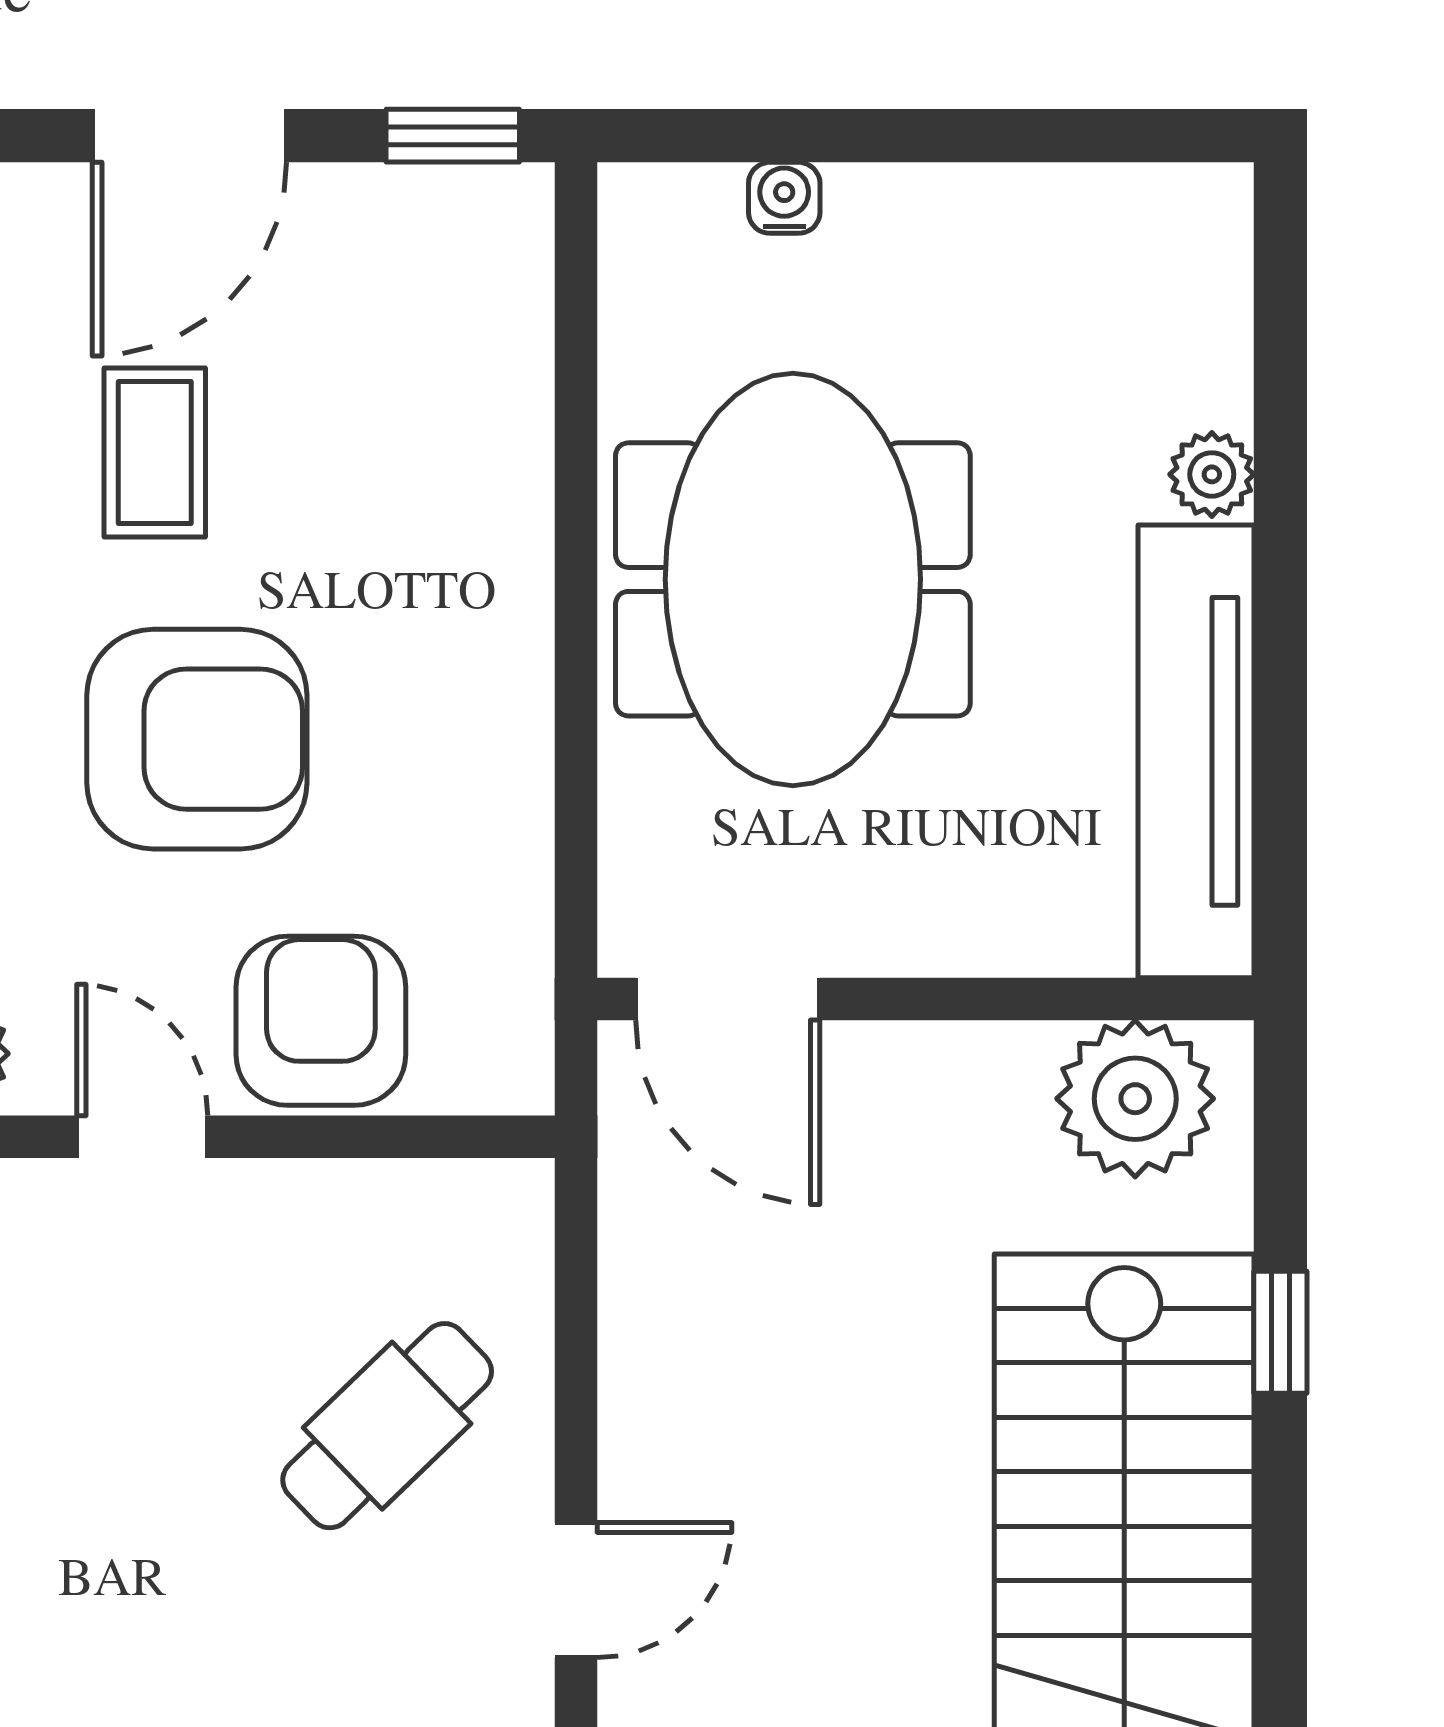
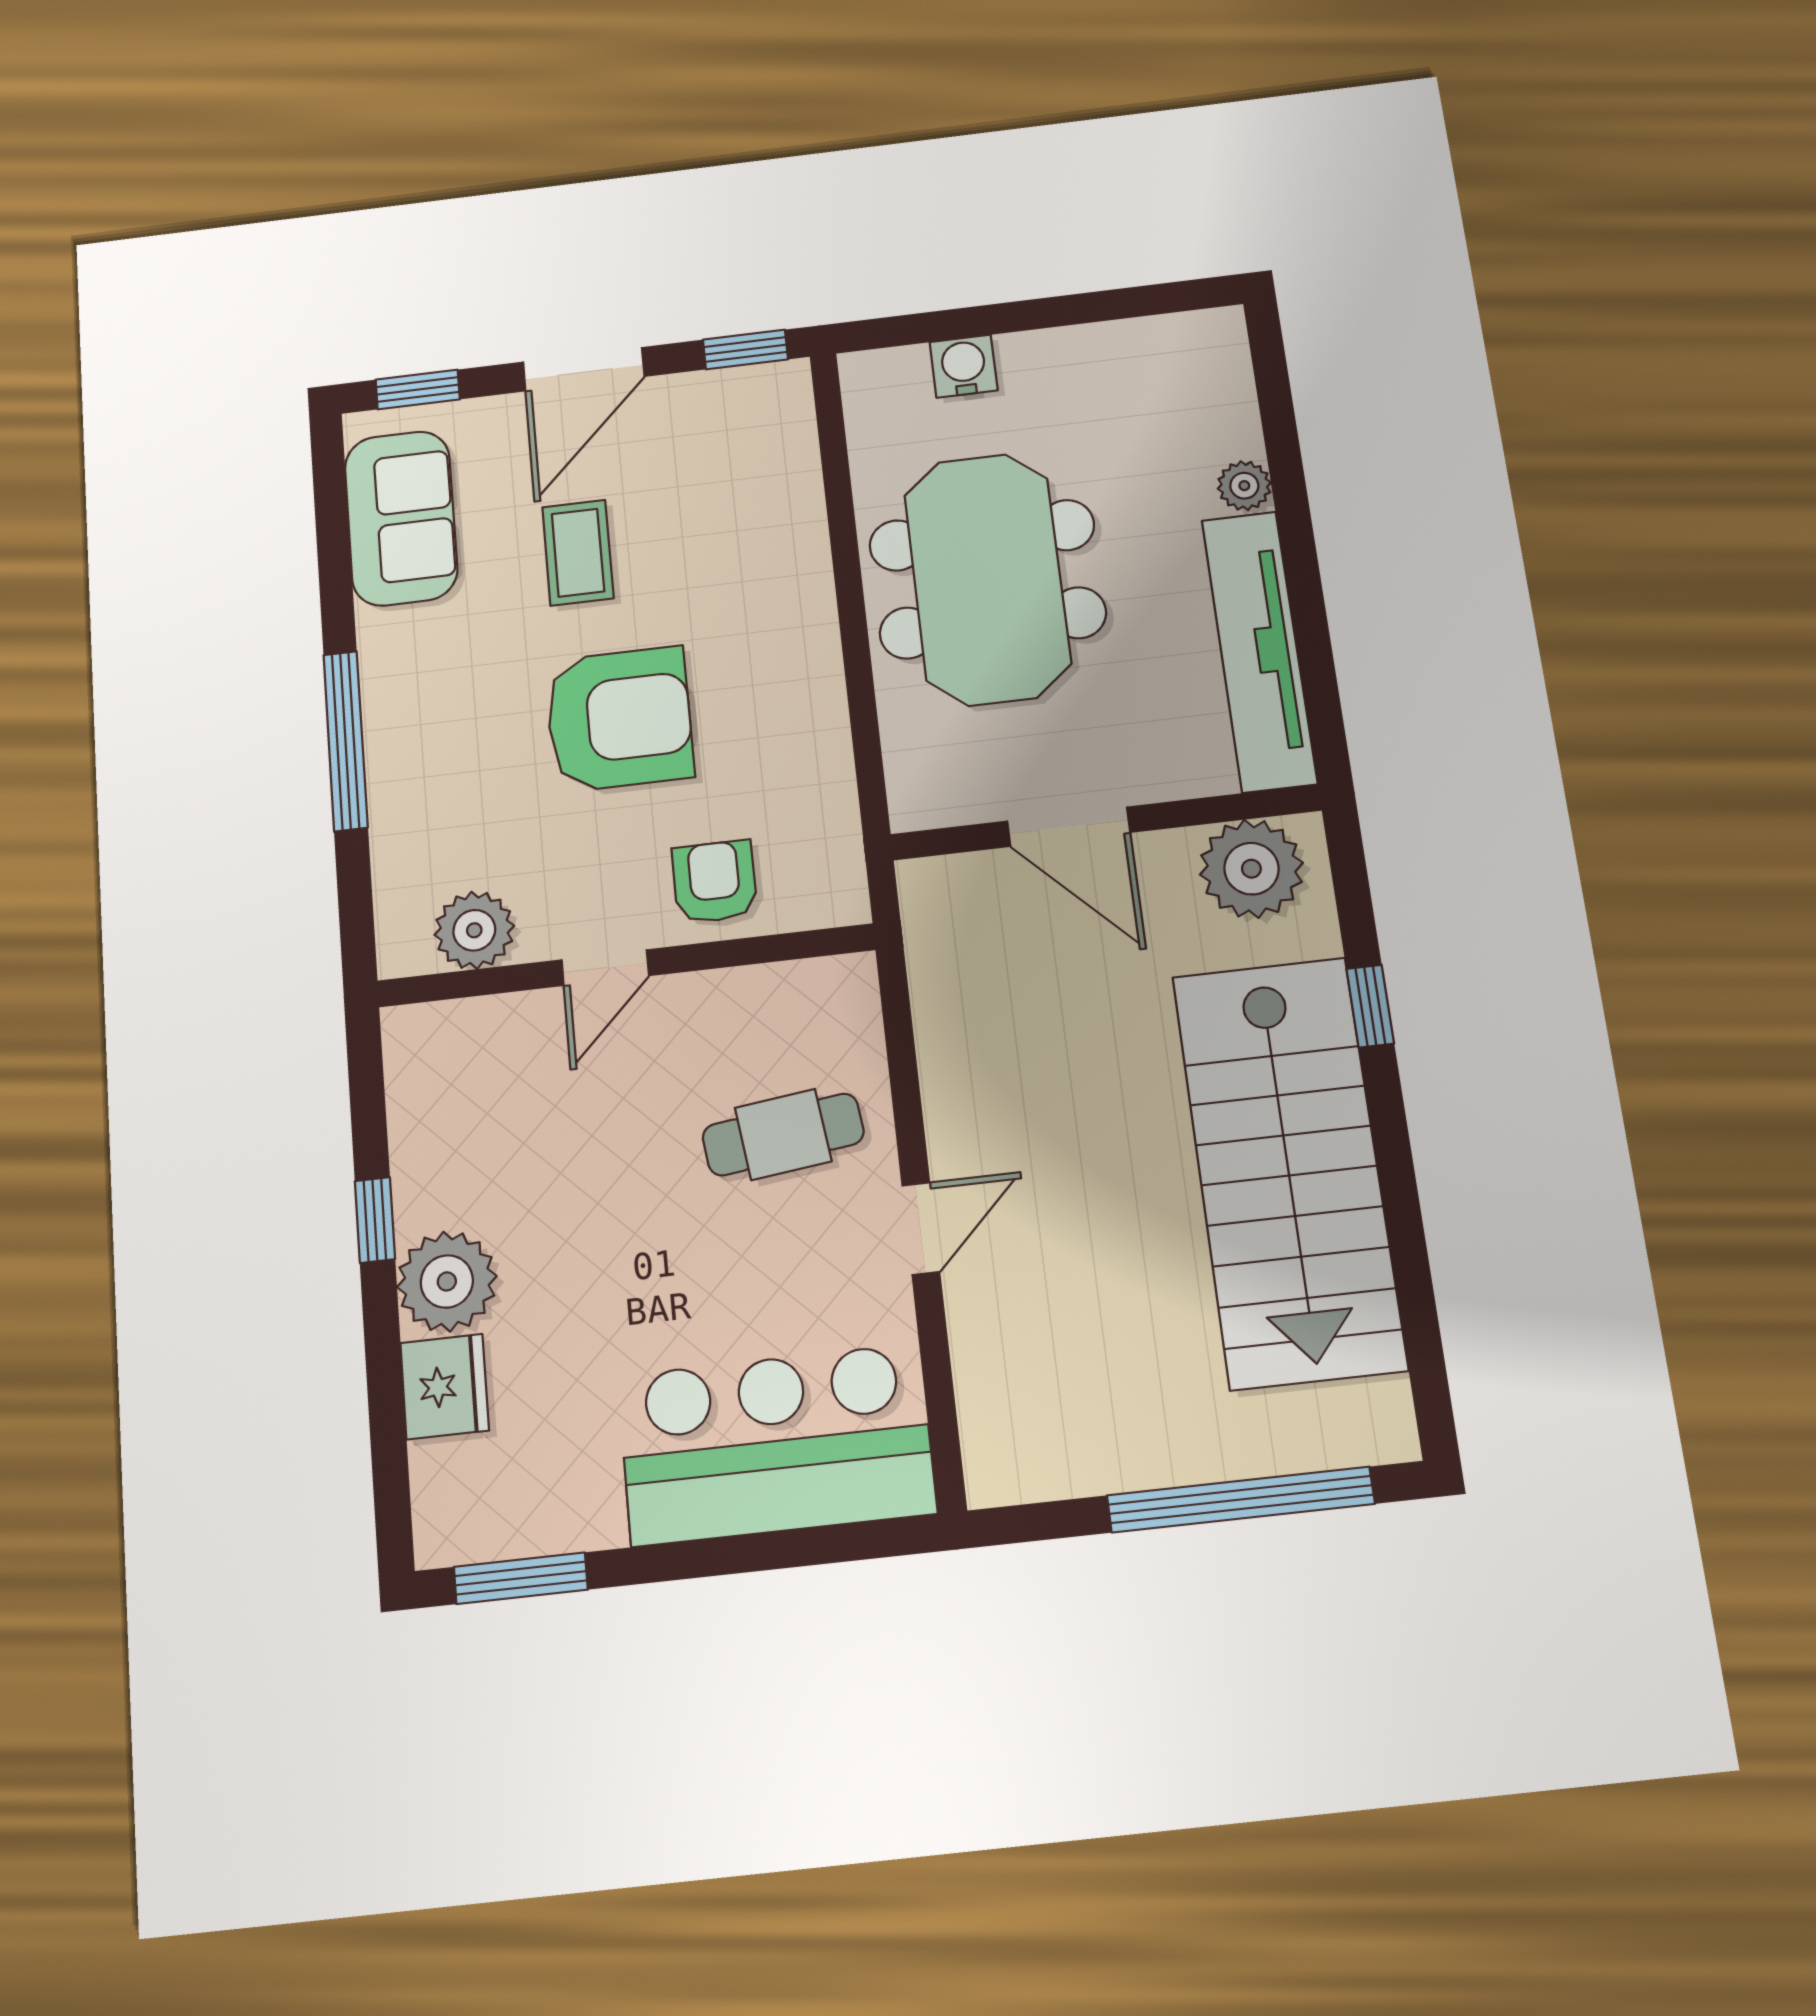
water cooler: (784, 198) -> (964, 366), width x1.38, depth x1.38
door: (728, 999) -> (1069, 827), moved
armchair: (321, 1021) -> (715, 882), width x0.72, depth x0.72
door: (142, 1137) -> (605, 968), swing flipped
cafe table: (387, 1426) -> (783, 1134), turned 37

